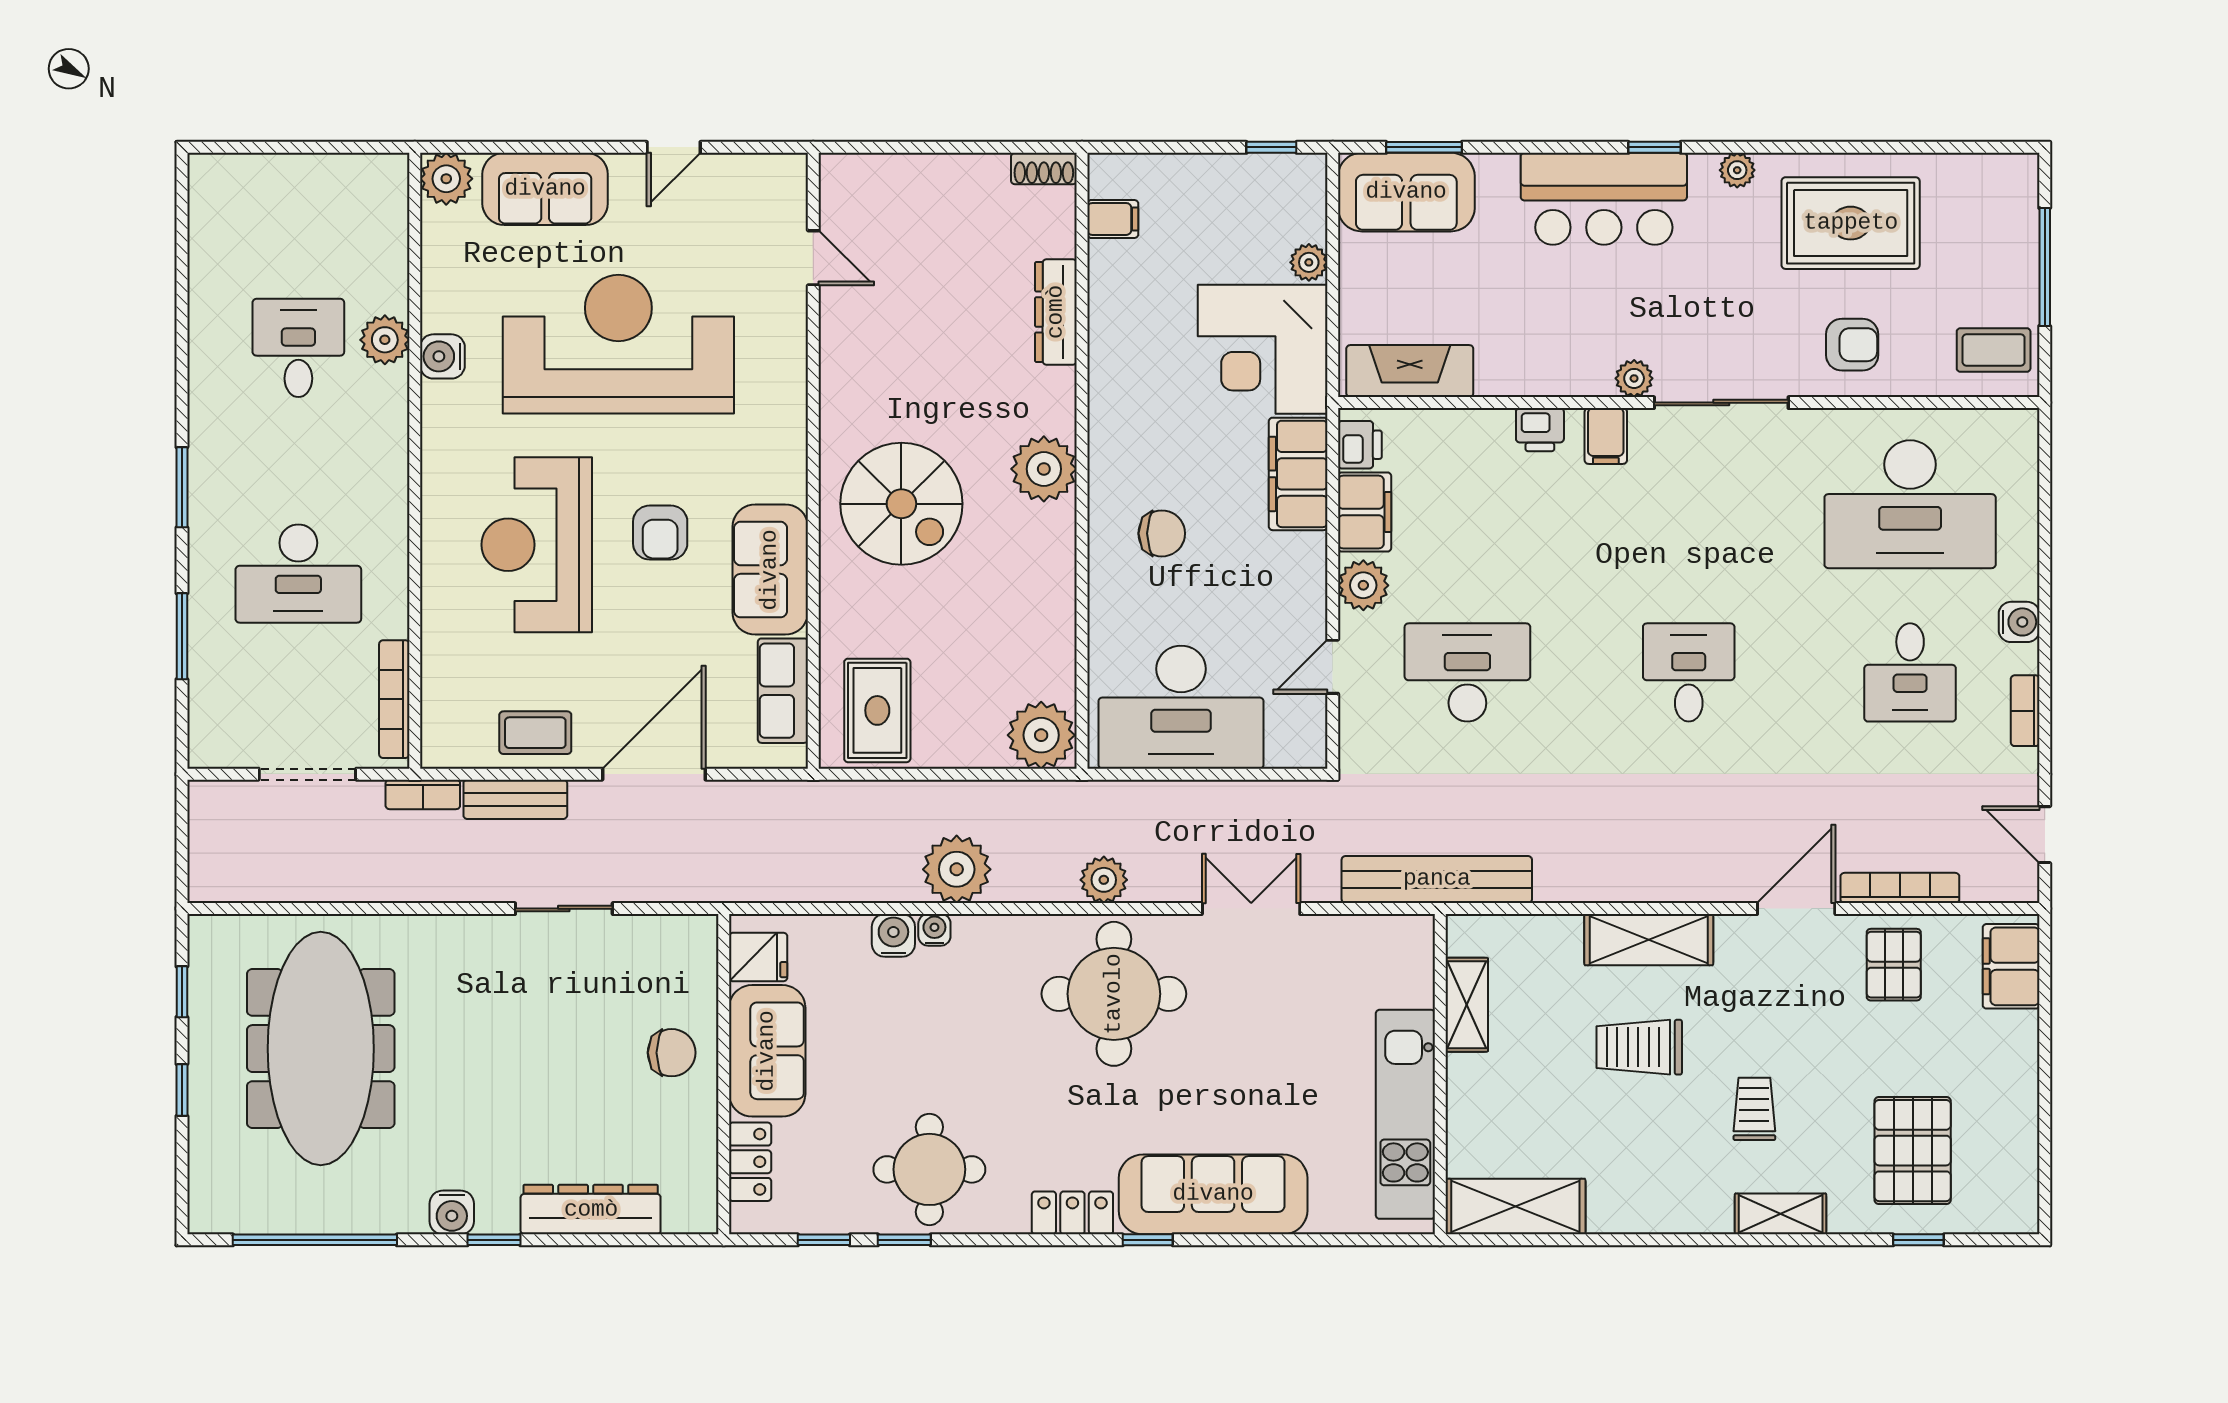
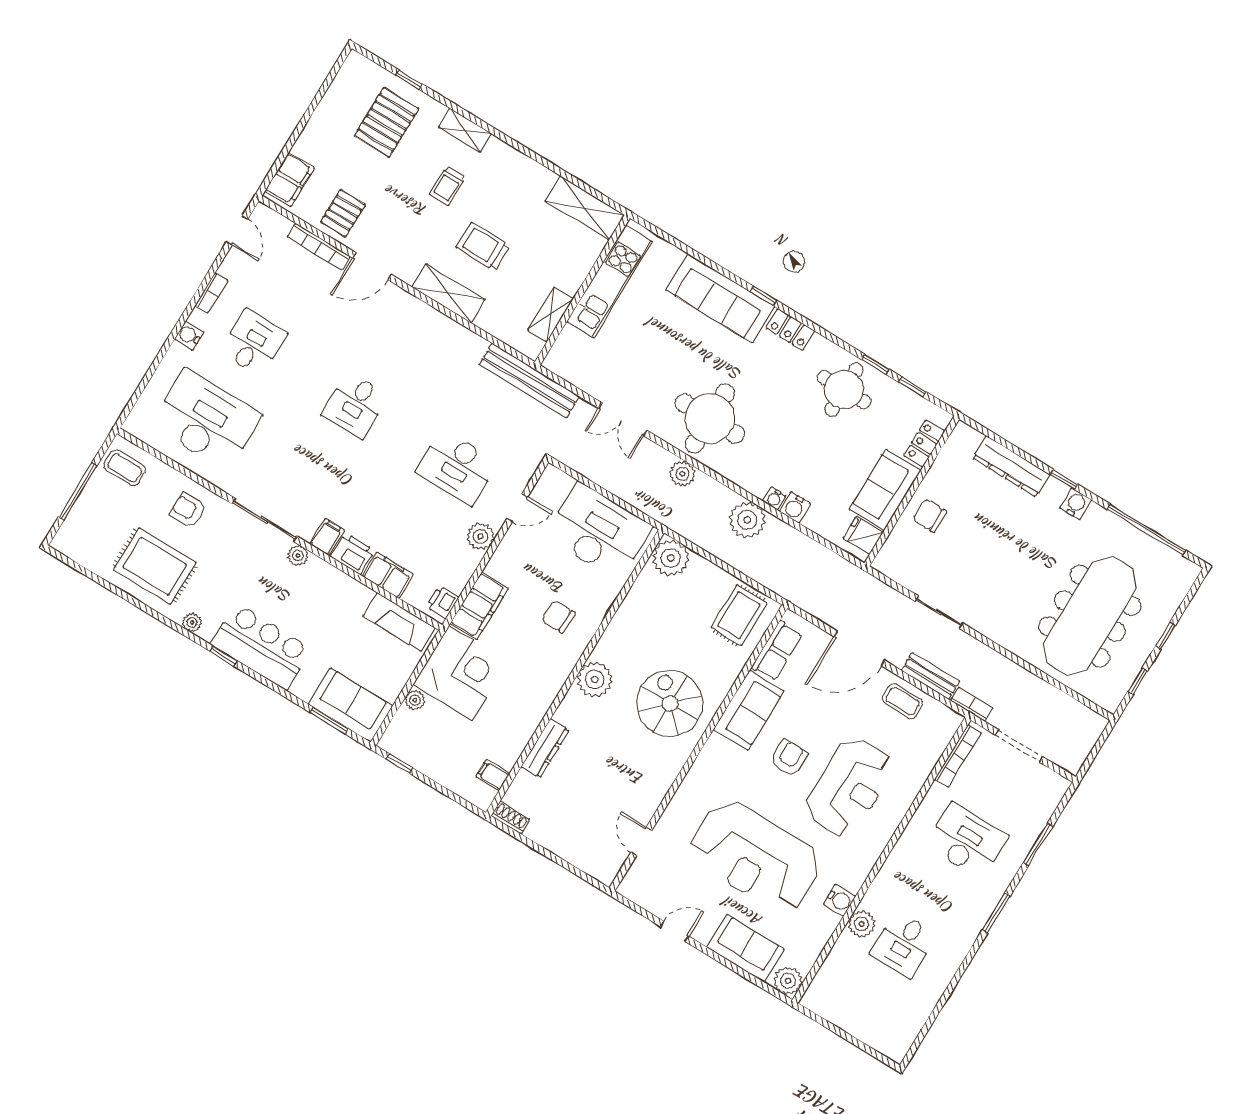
printer: (1540, 430) -> (353, 554), width x1.36, depth x1.24
filing cabinet: (1365, 512) -> (388, 575), moved, turned 90
trolley: (1639, 1047) -> (483, 247), turned 180

